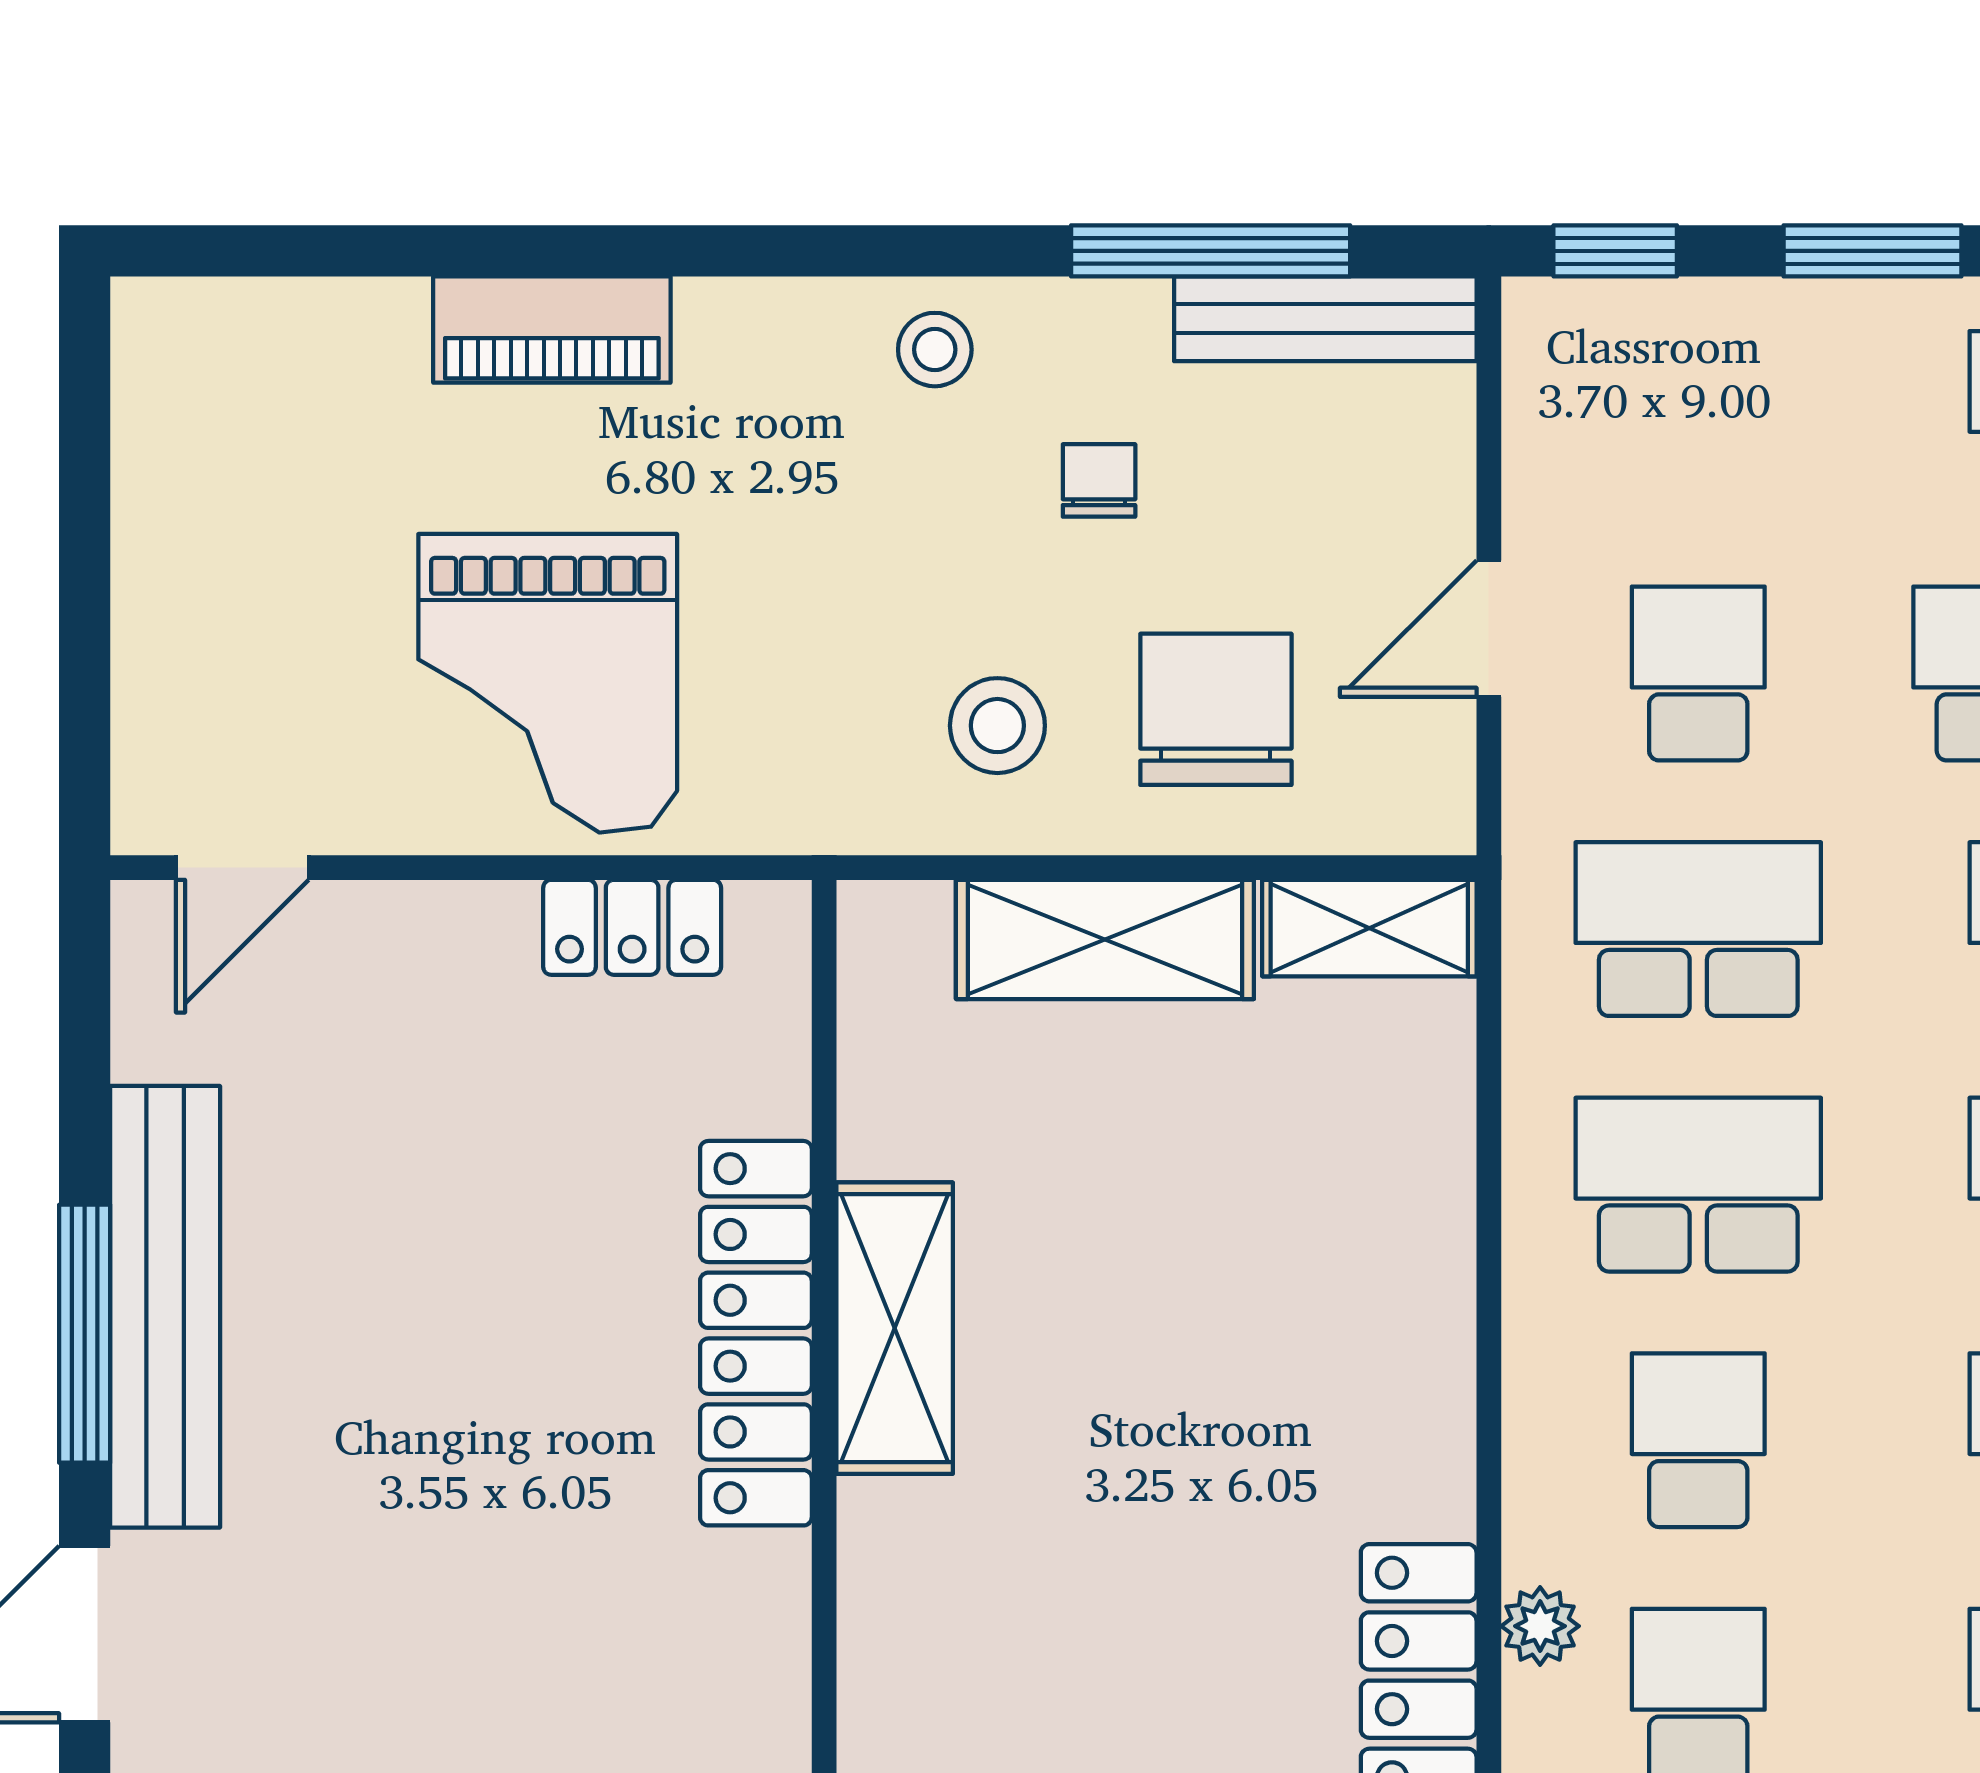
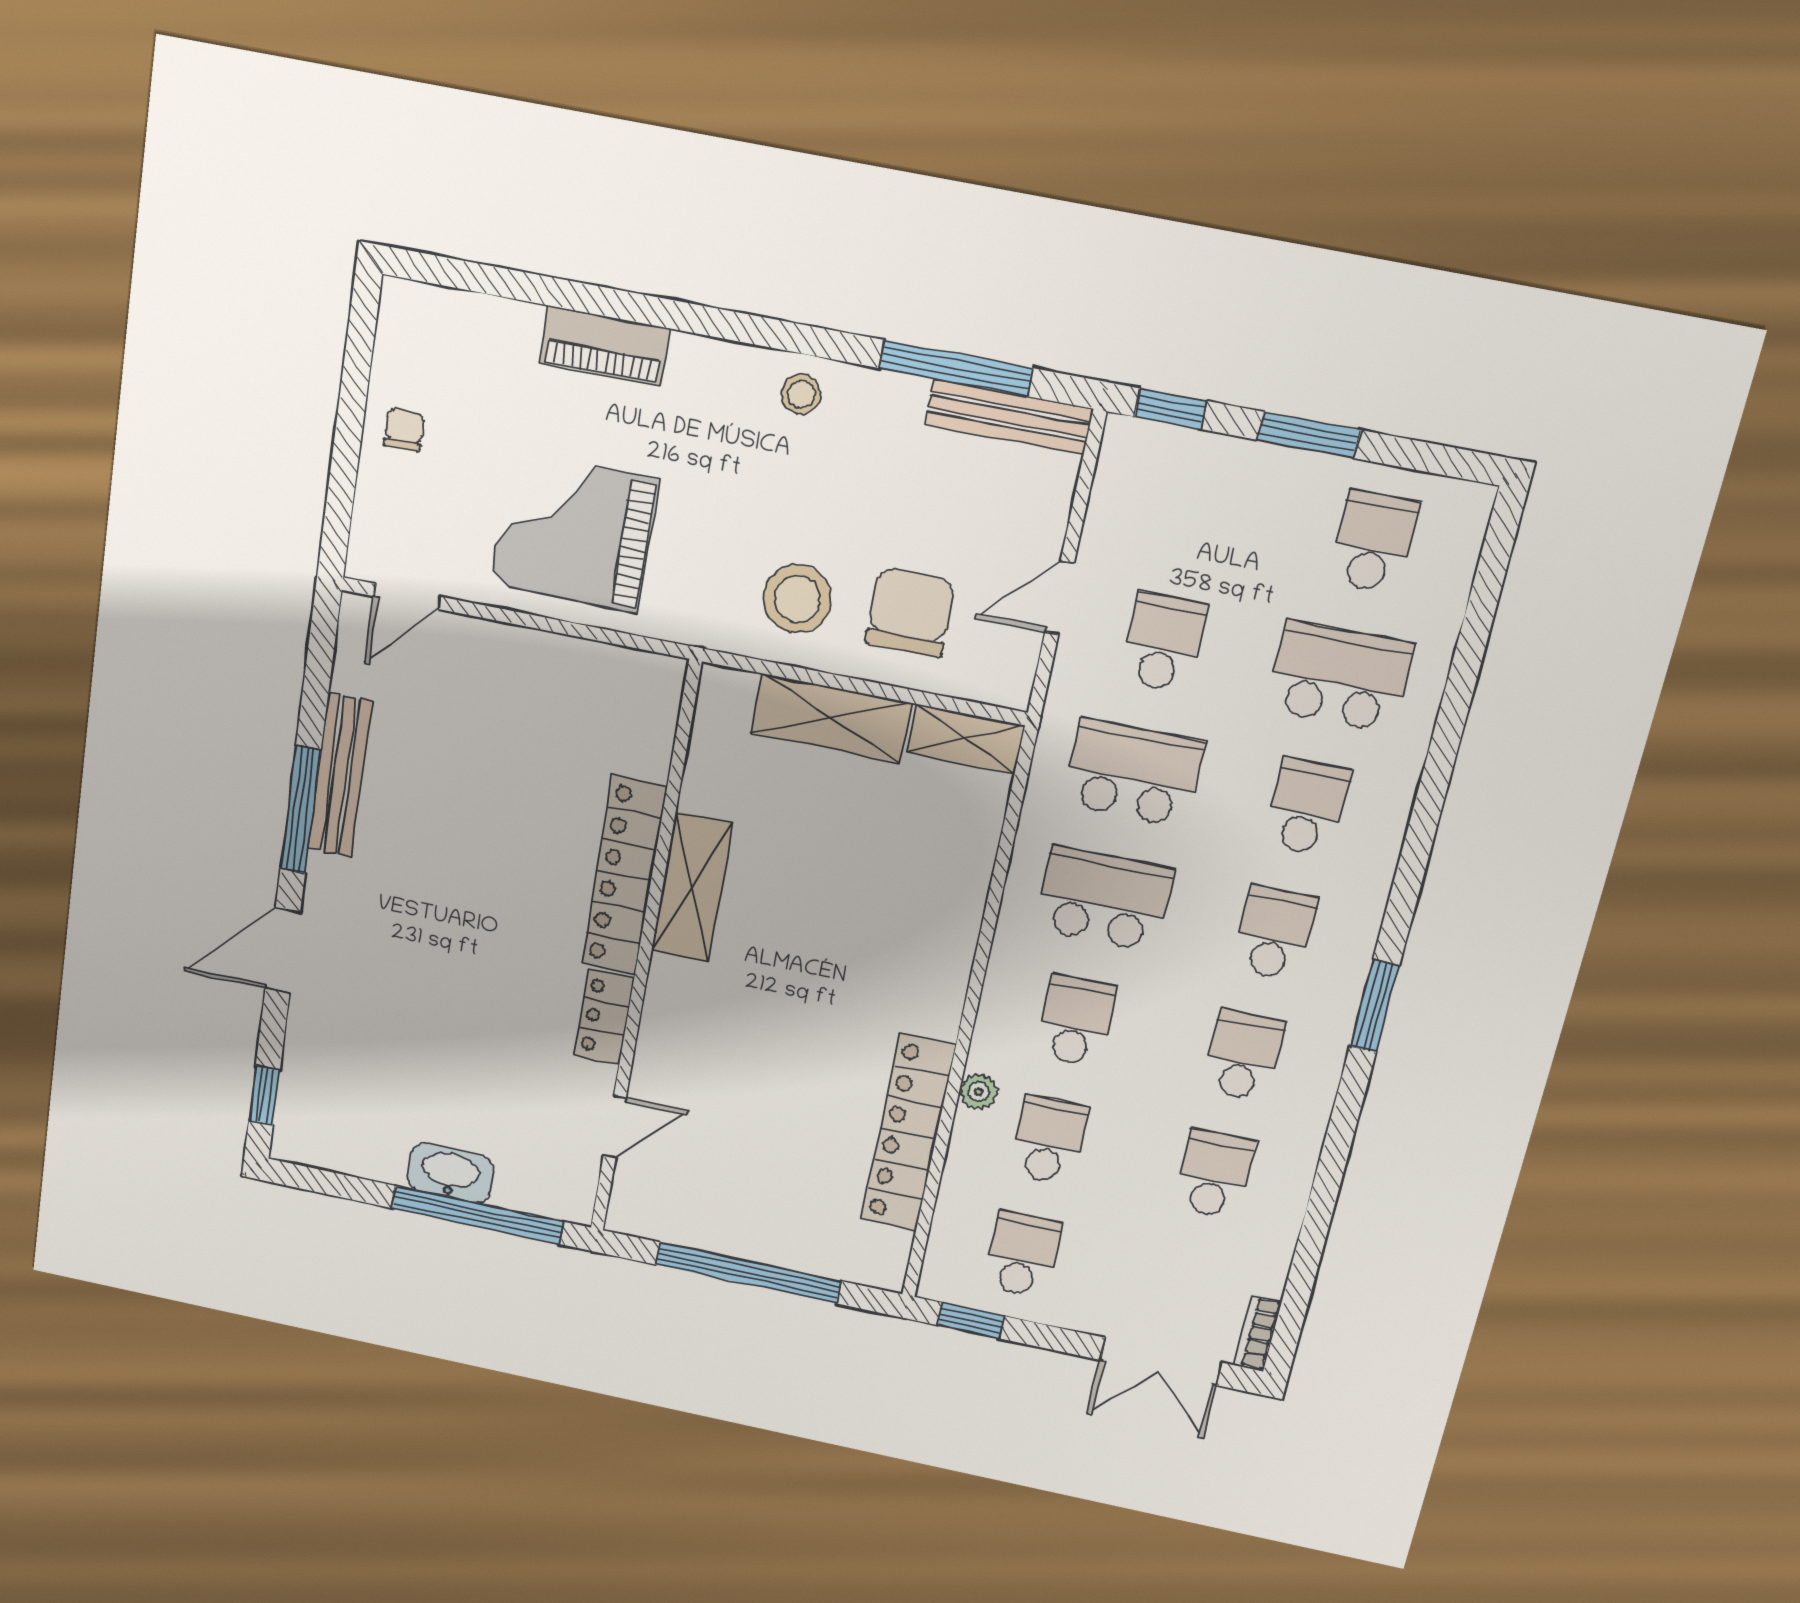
chair: (1099, 480) -> (404, 430), moved
grand piano: (548, 683) -> (573, 532), turned 90
stool: (997, 726) -> (797, 599), width x1.38, depth x1.38
locker: (632, 927) -> (604, 1017), moved, turned 90
bench: (165, 1307) -> (340, 775), width x0.73, depth x0.82

